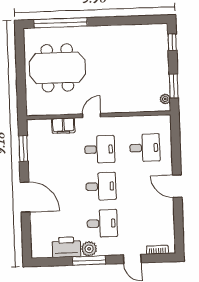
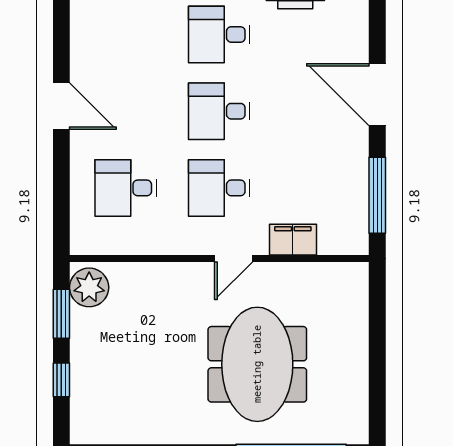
window: (172, 42) -> (61, 380), moved
meeting table: (57, 68) -> (257, 364), moved, turned 90
plant: (165, 99) -> (89, 287), width x1.87, depth x1.87
window: (23, 148) -> (377, 195), width x1.44

